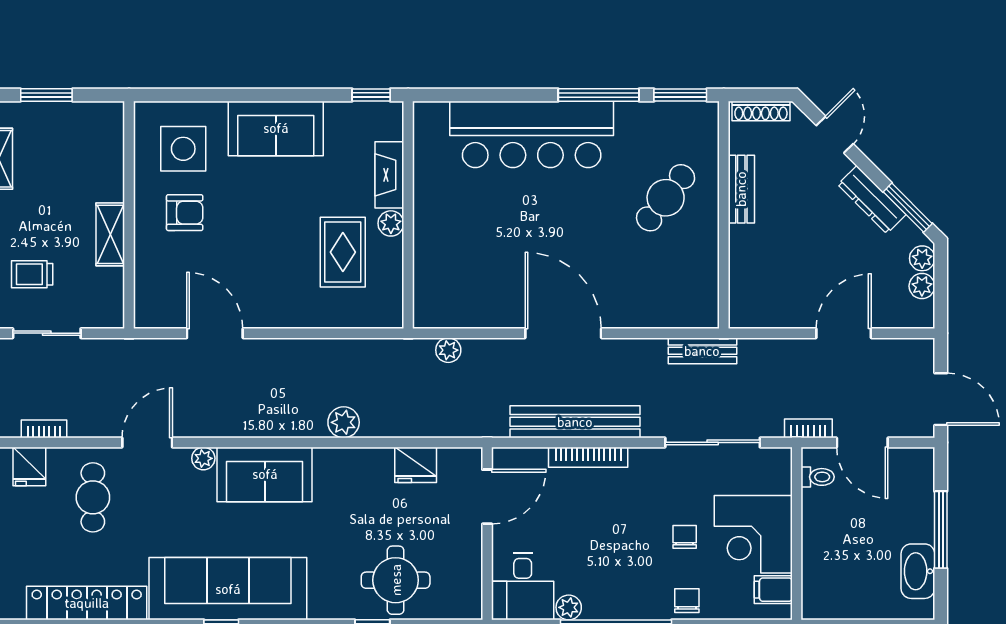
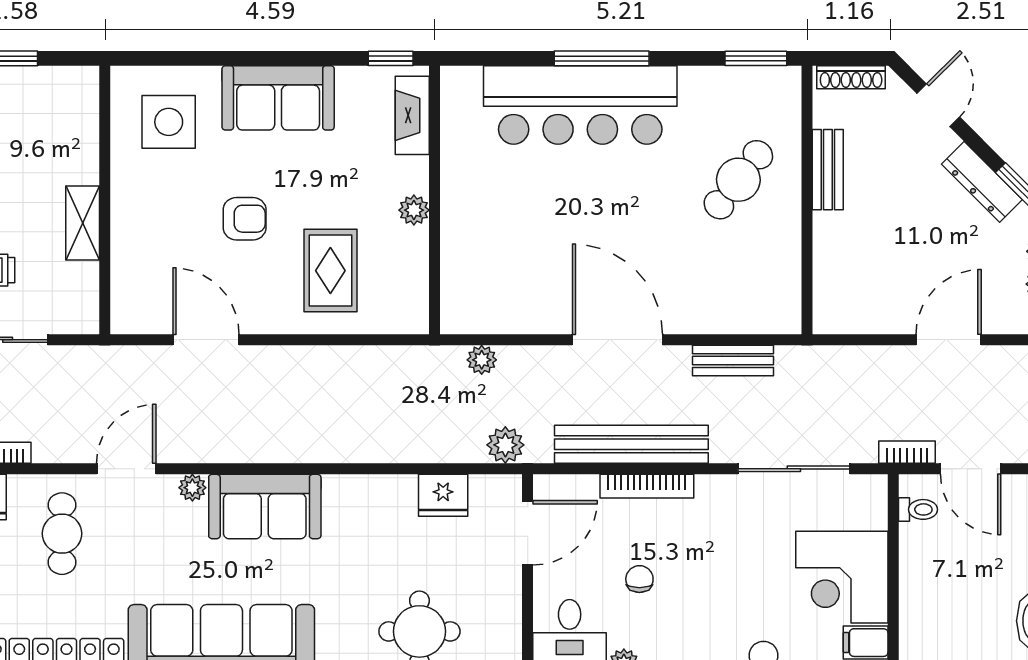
window: (599, 95) -> (602, 58), moved
fireplace: (389, 175) -> (412, 115), moved
armchair: (185, 213) -> (245, 219), moved
rug: (343, 252) -> (330, 271), moved
bench: (702, 351) -> (733, 361), moved
plant: (344, 422) -> (505, 445), moved
chair: (685, 537) -> (639, 579), moved

